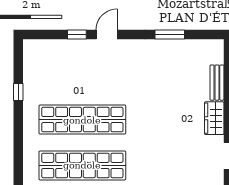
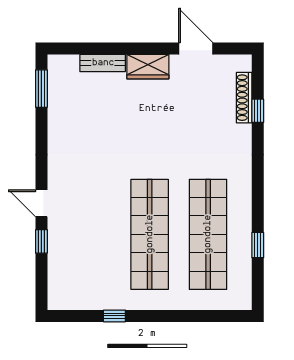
window: (170, 35) -> (41, 89), moved

